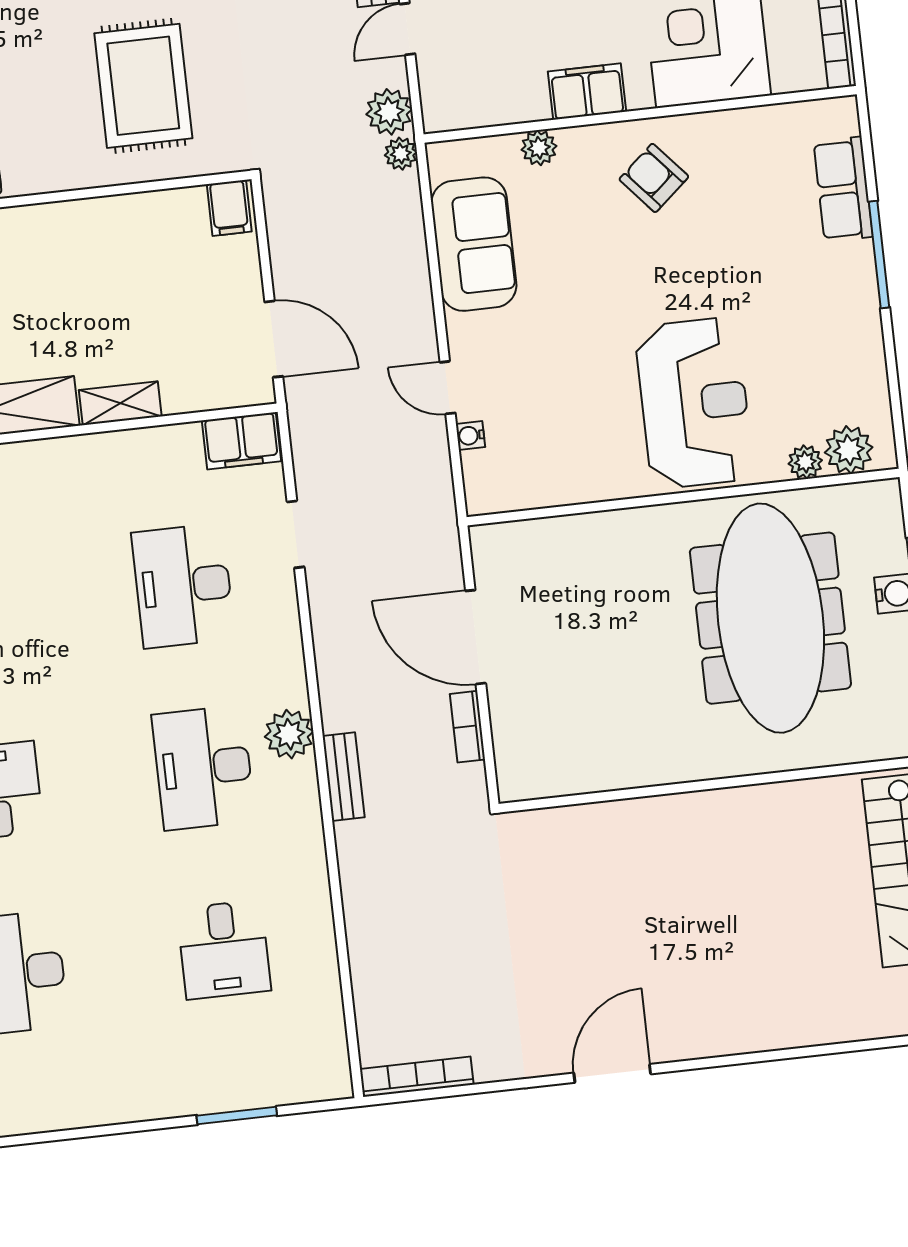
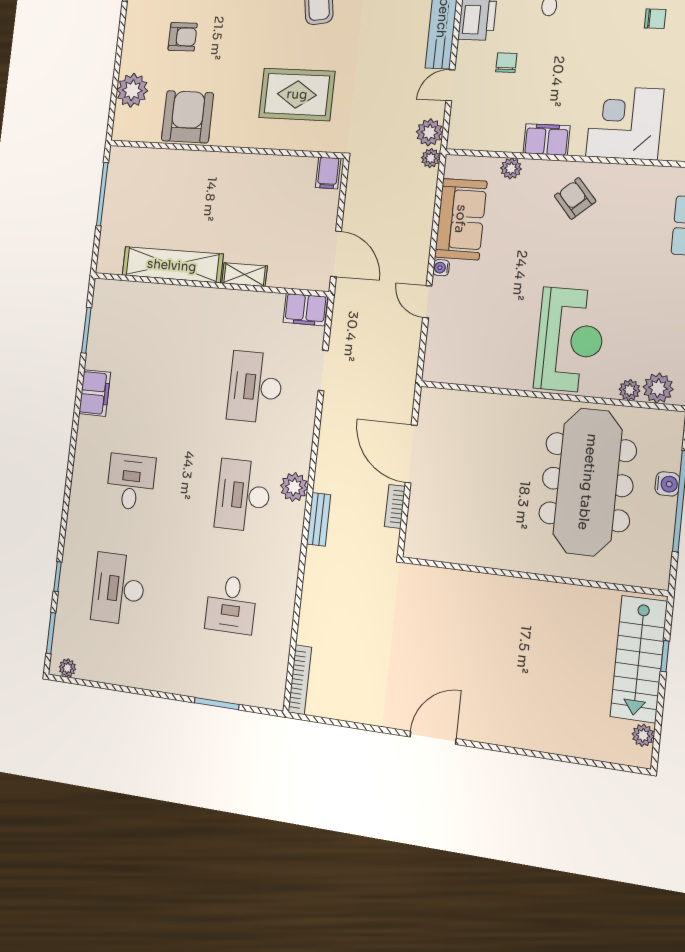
rug: (143, 86) -> (297, 94), turned 90
water cooler: (471, 436) -> (441, 268), moved
bookcase: (417, 1077) -> (300, 680), moved, turned 90

